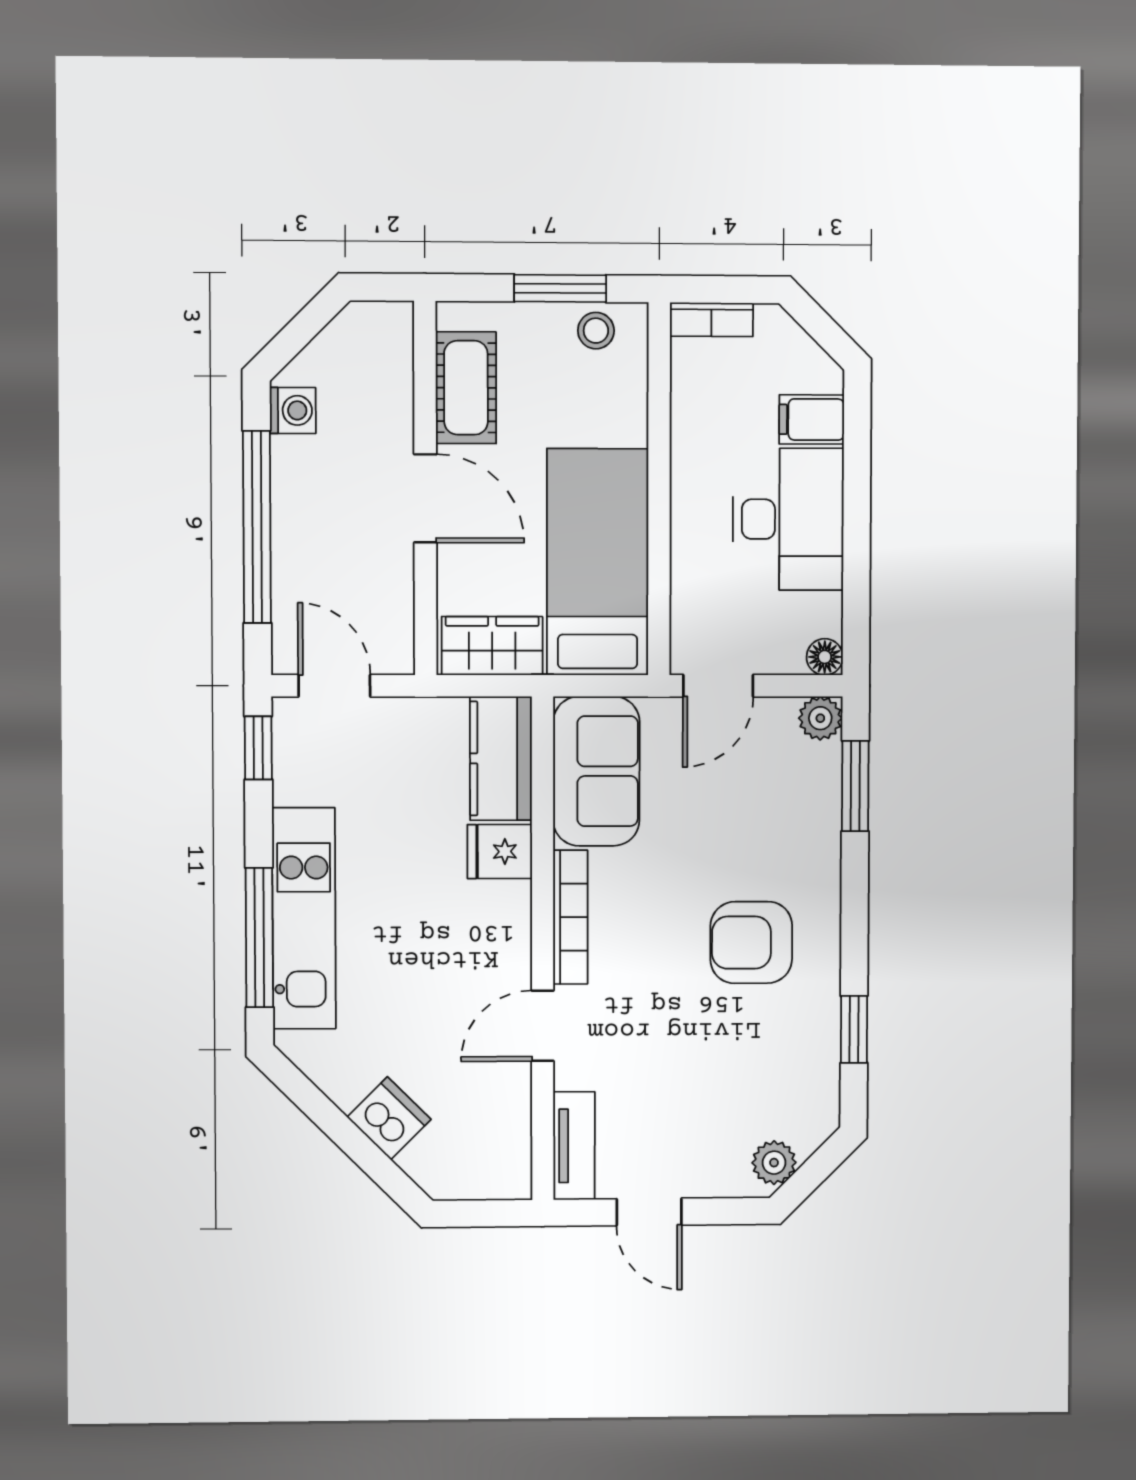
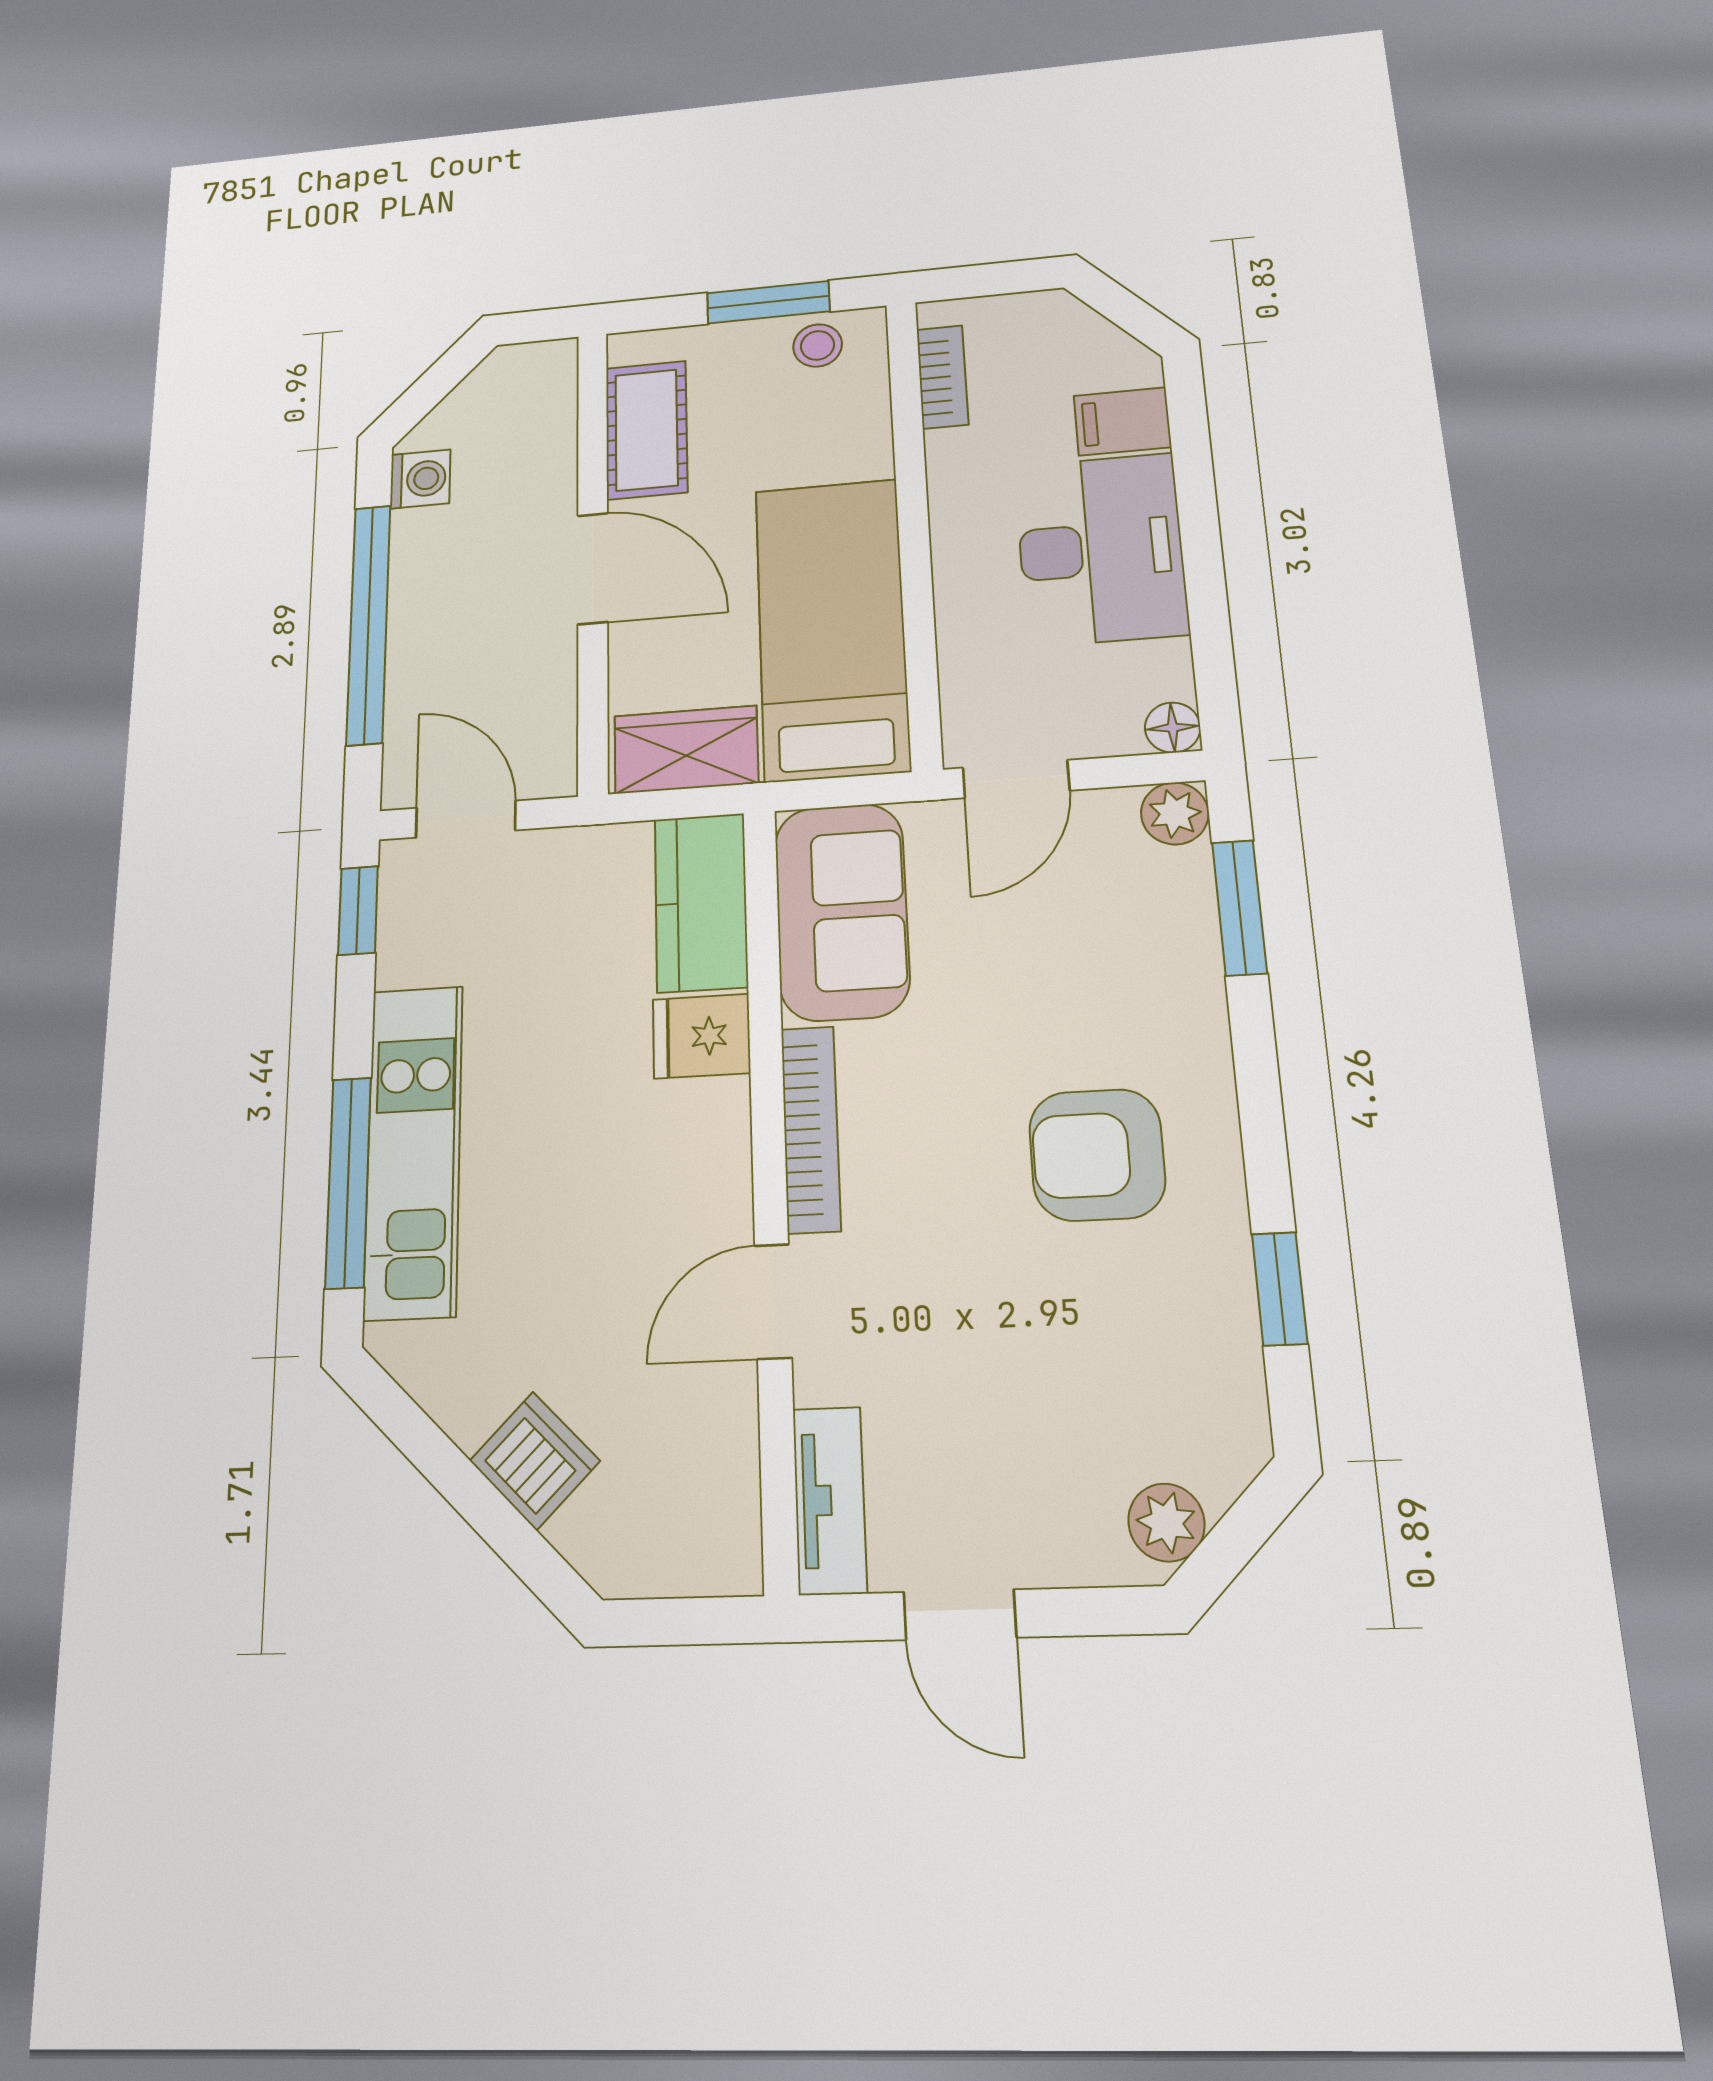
bookcase: (711, 320) -> (942, 377), moved, turned -90

